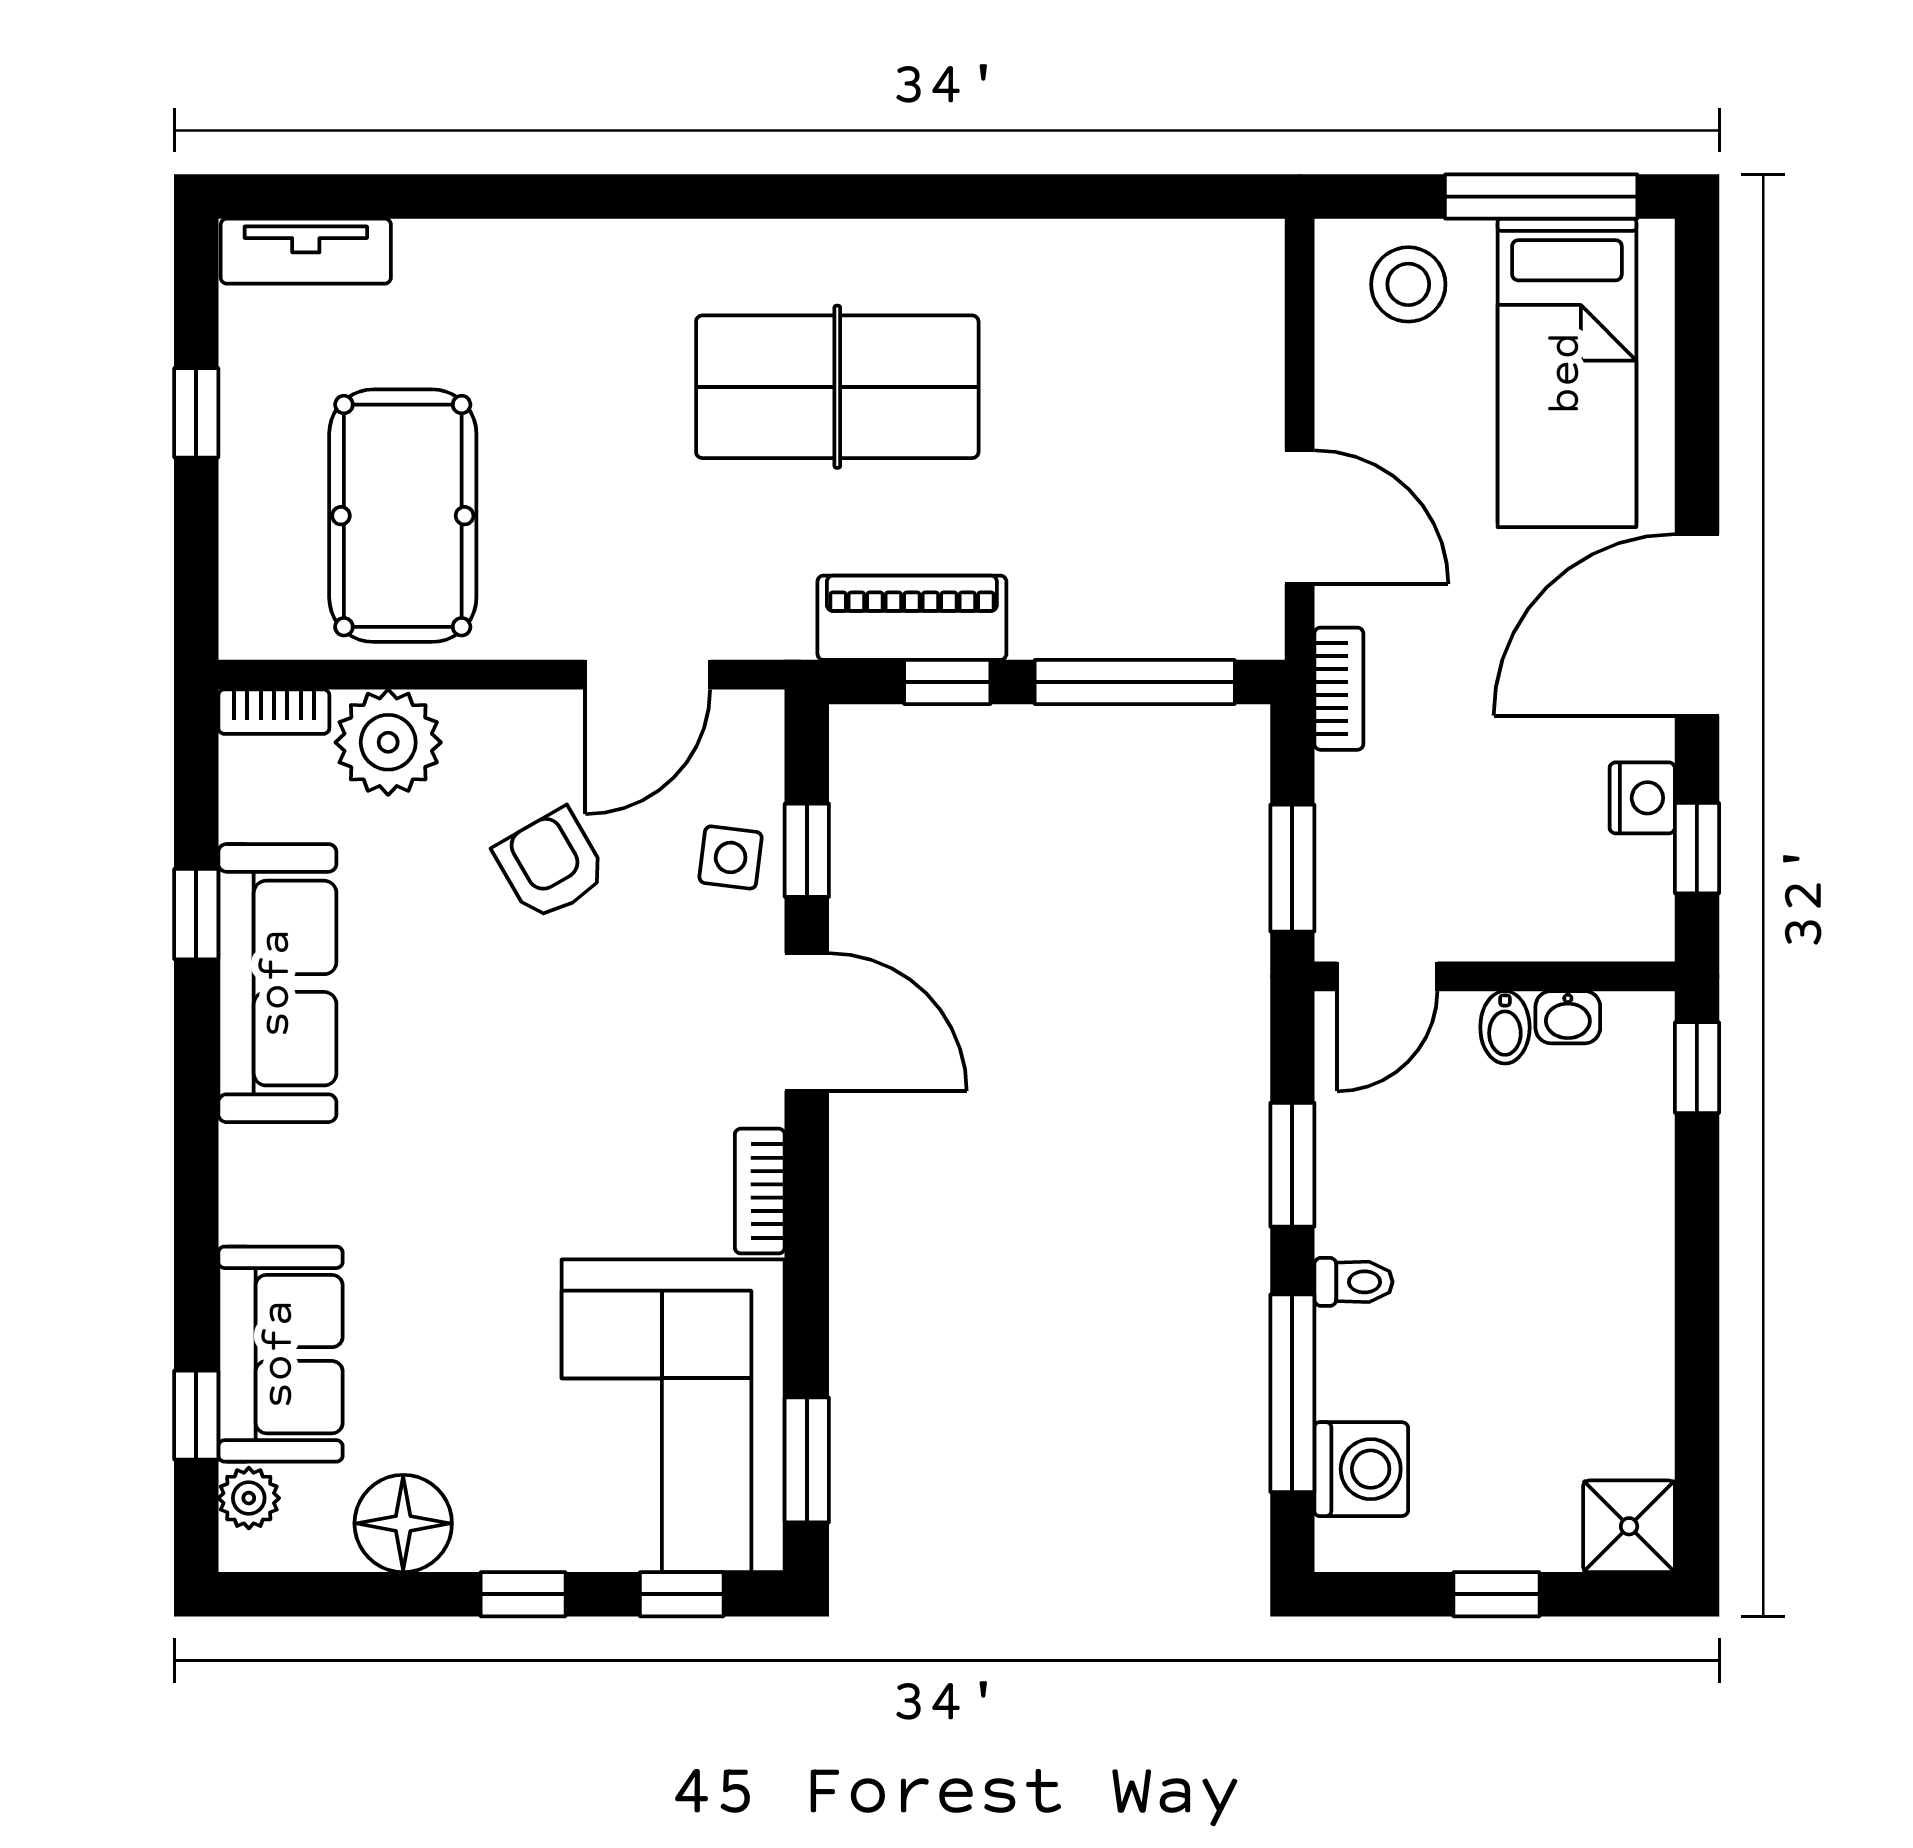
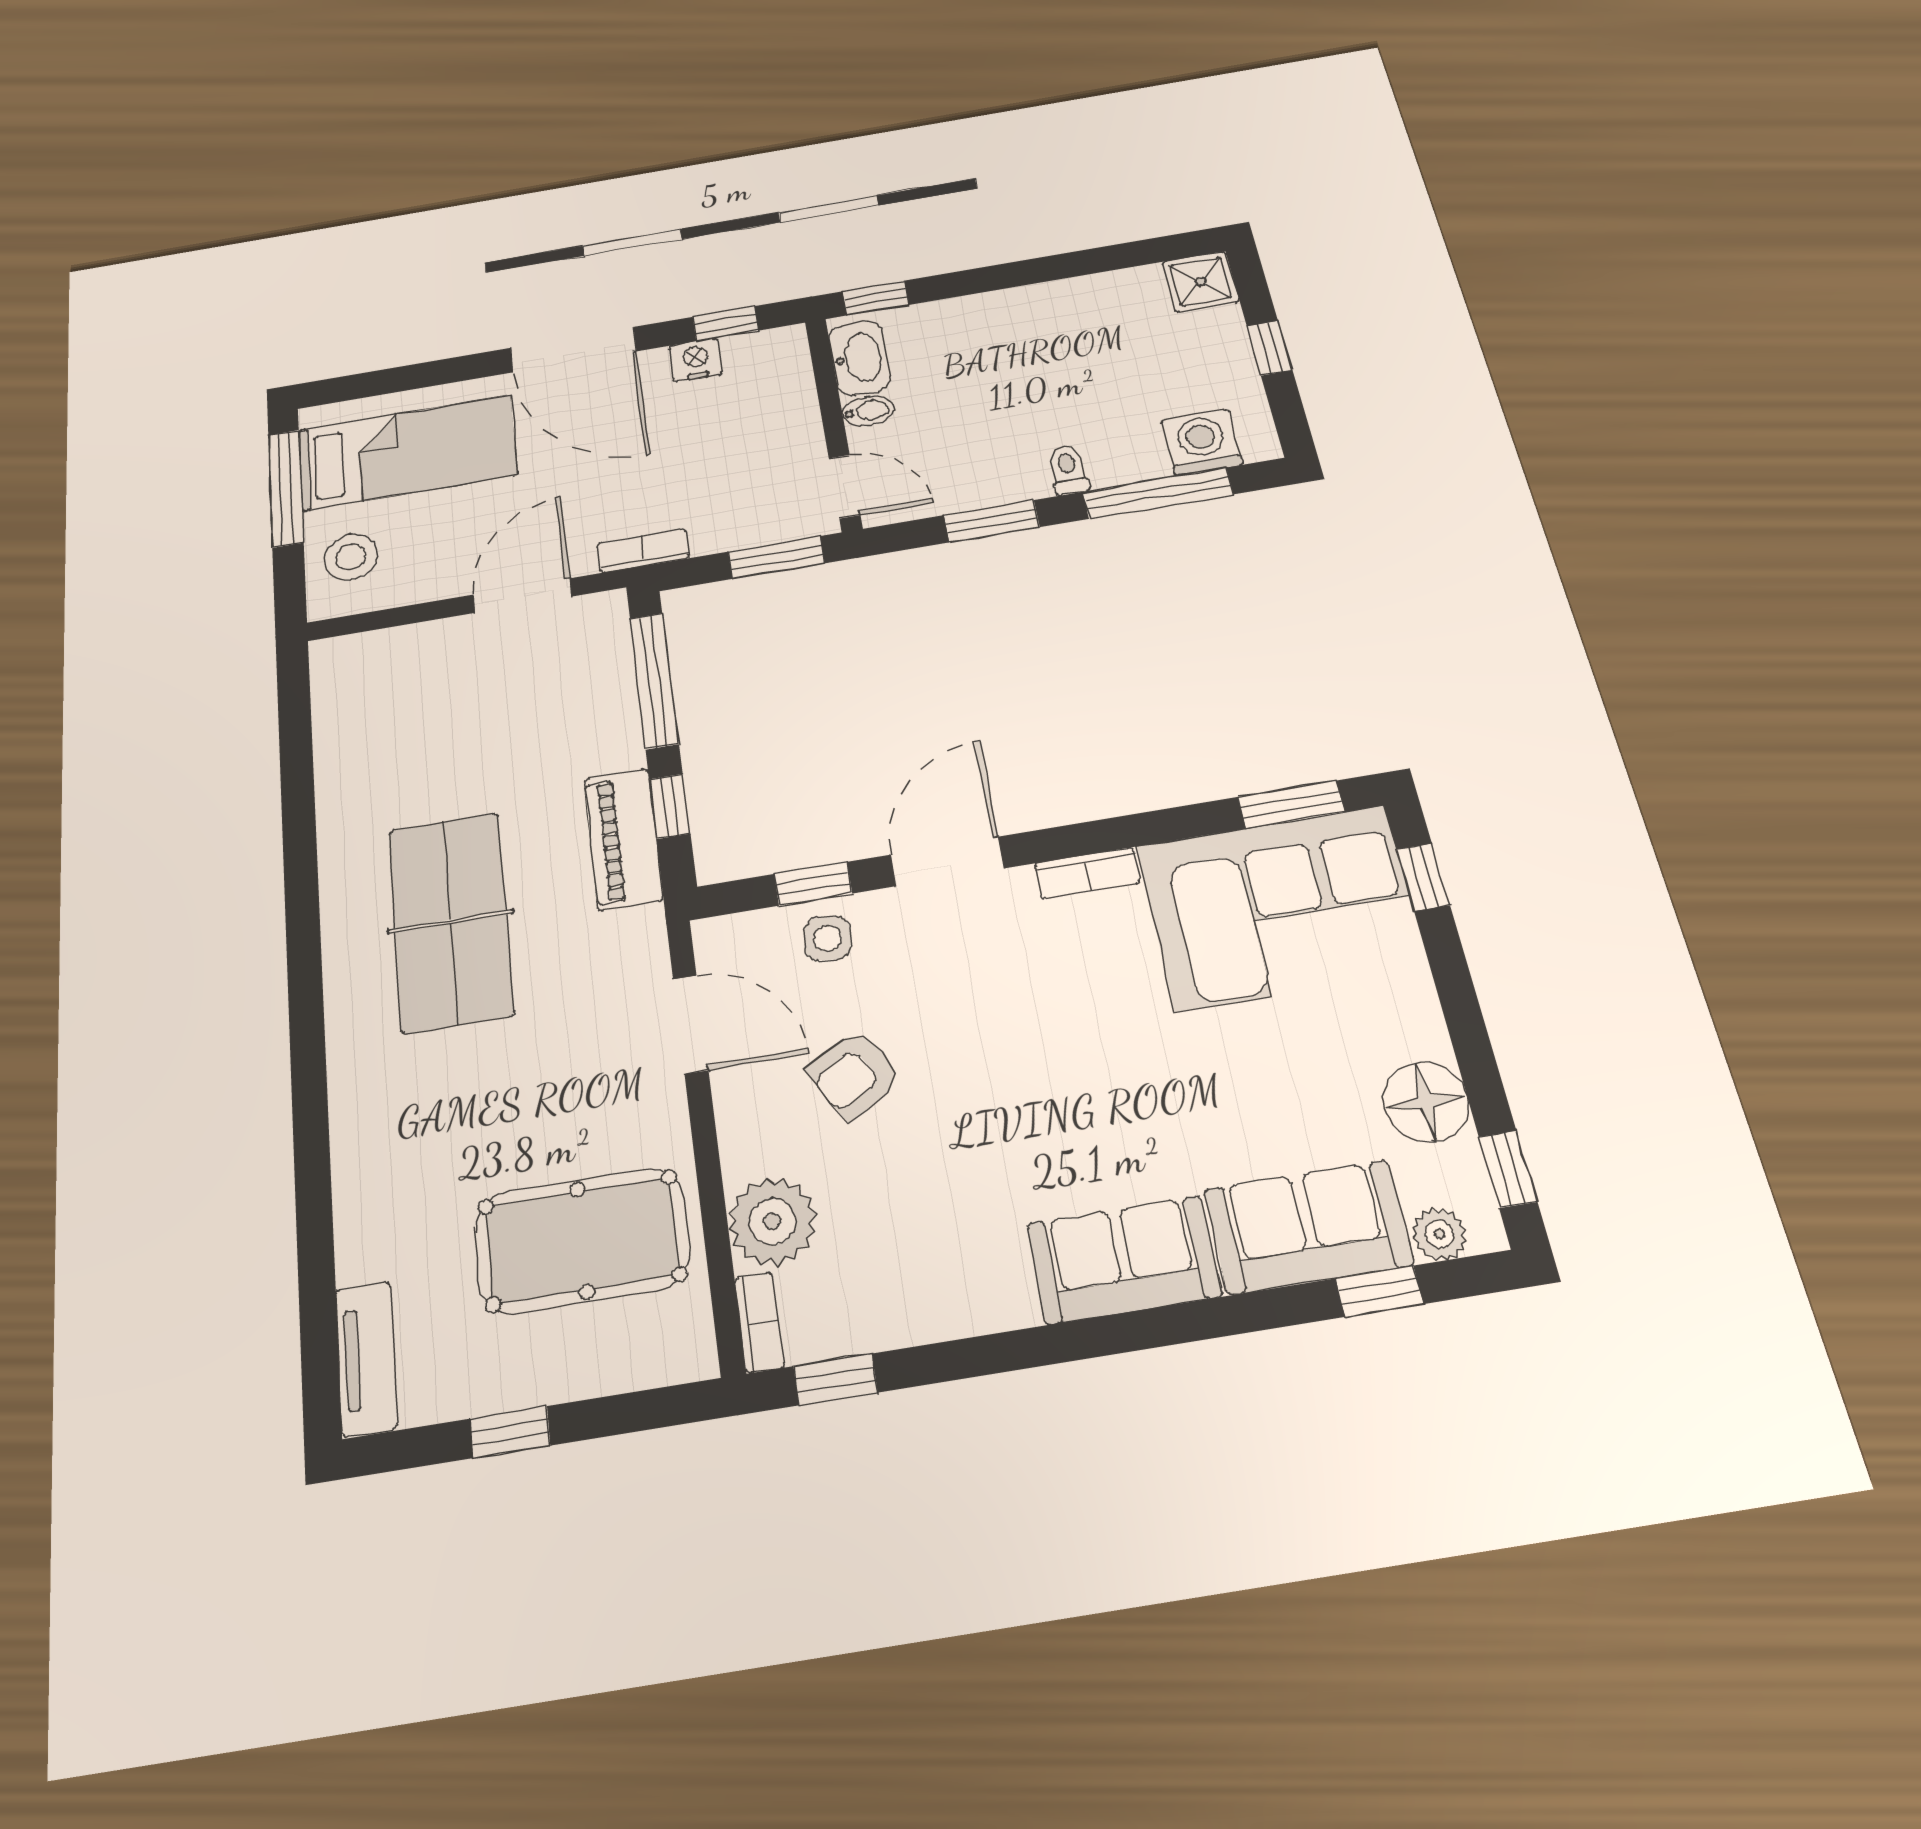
window: (196, 914) -> (835, 1379), moved
sofa: (277, 983) -> (1124, 1260), moved, width x0.73
washbasin: (1568, 1017) -> (859, 358), width x1.91, depth x1.45
window: (523, 1594) -> (1508, 1169), moved

